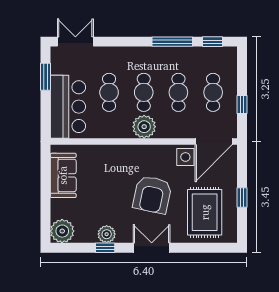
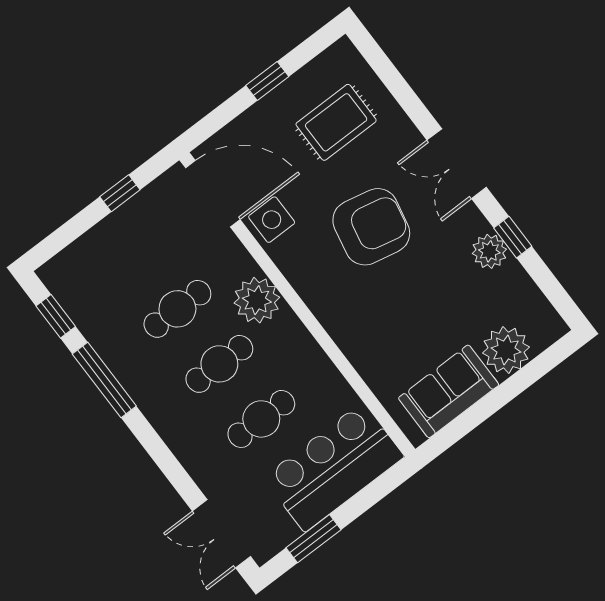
cafe table: (213, 92) -> (136, 254), removed
plant: (144, 127) -> (257, 300), moved
rug: (205, 212) -> (336, 122), width x0.73, depth x0.70
plant: (62, 231) -> (506, 350), moved

